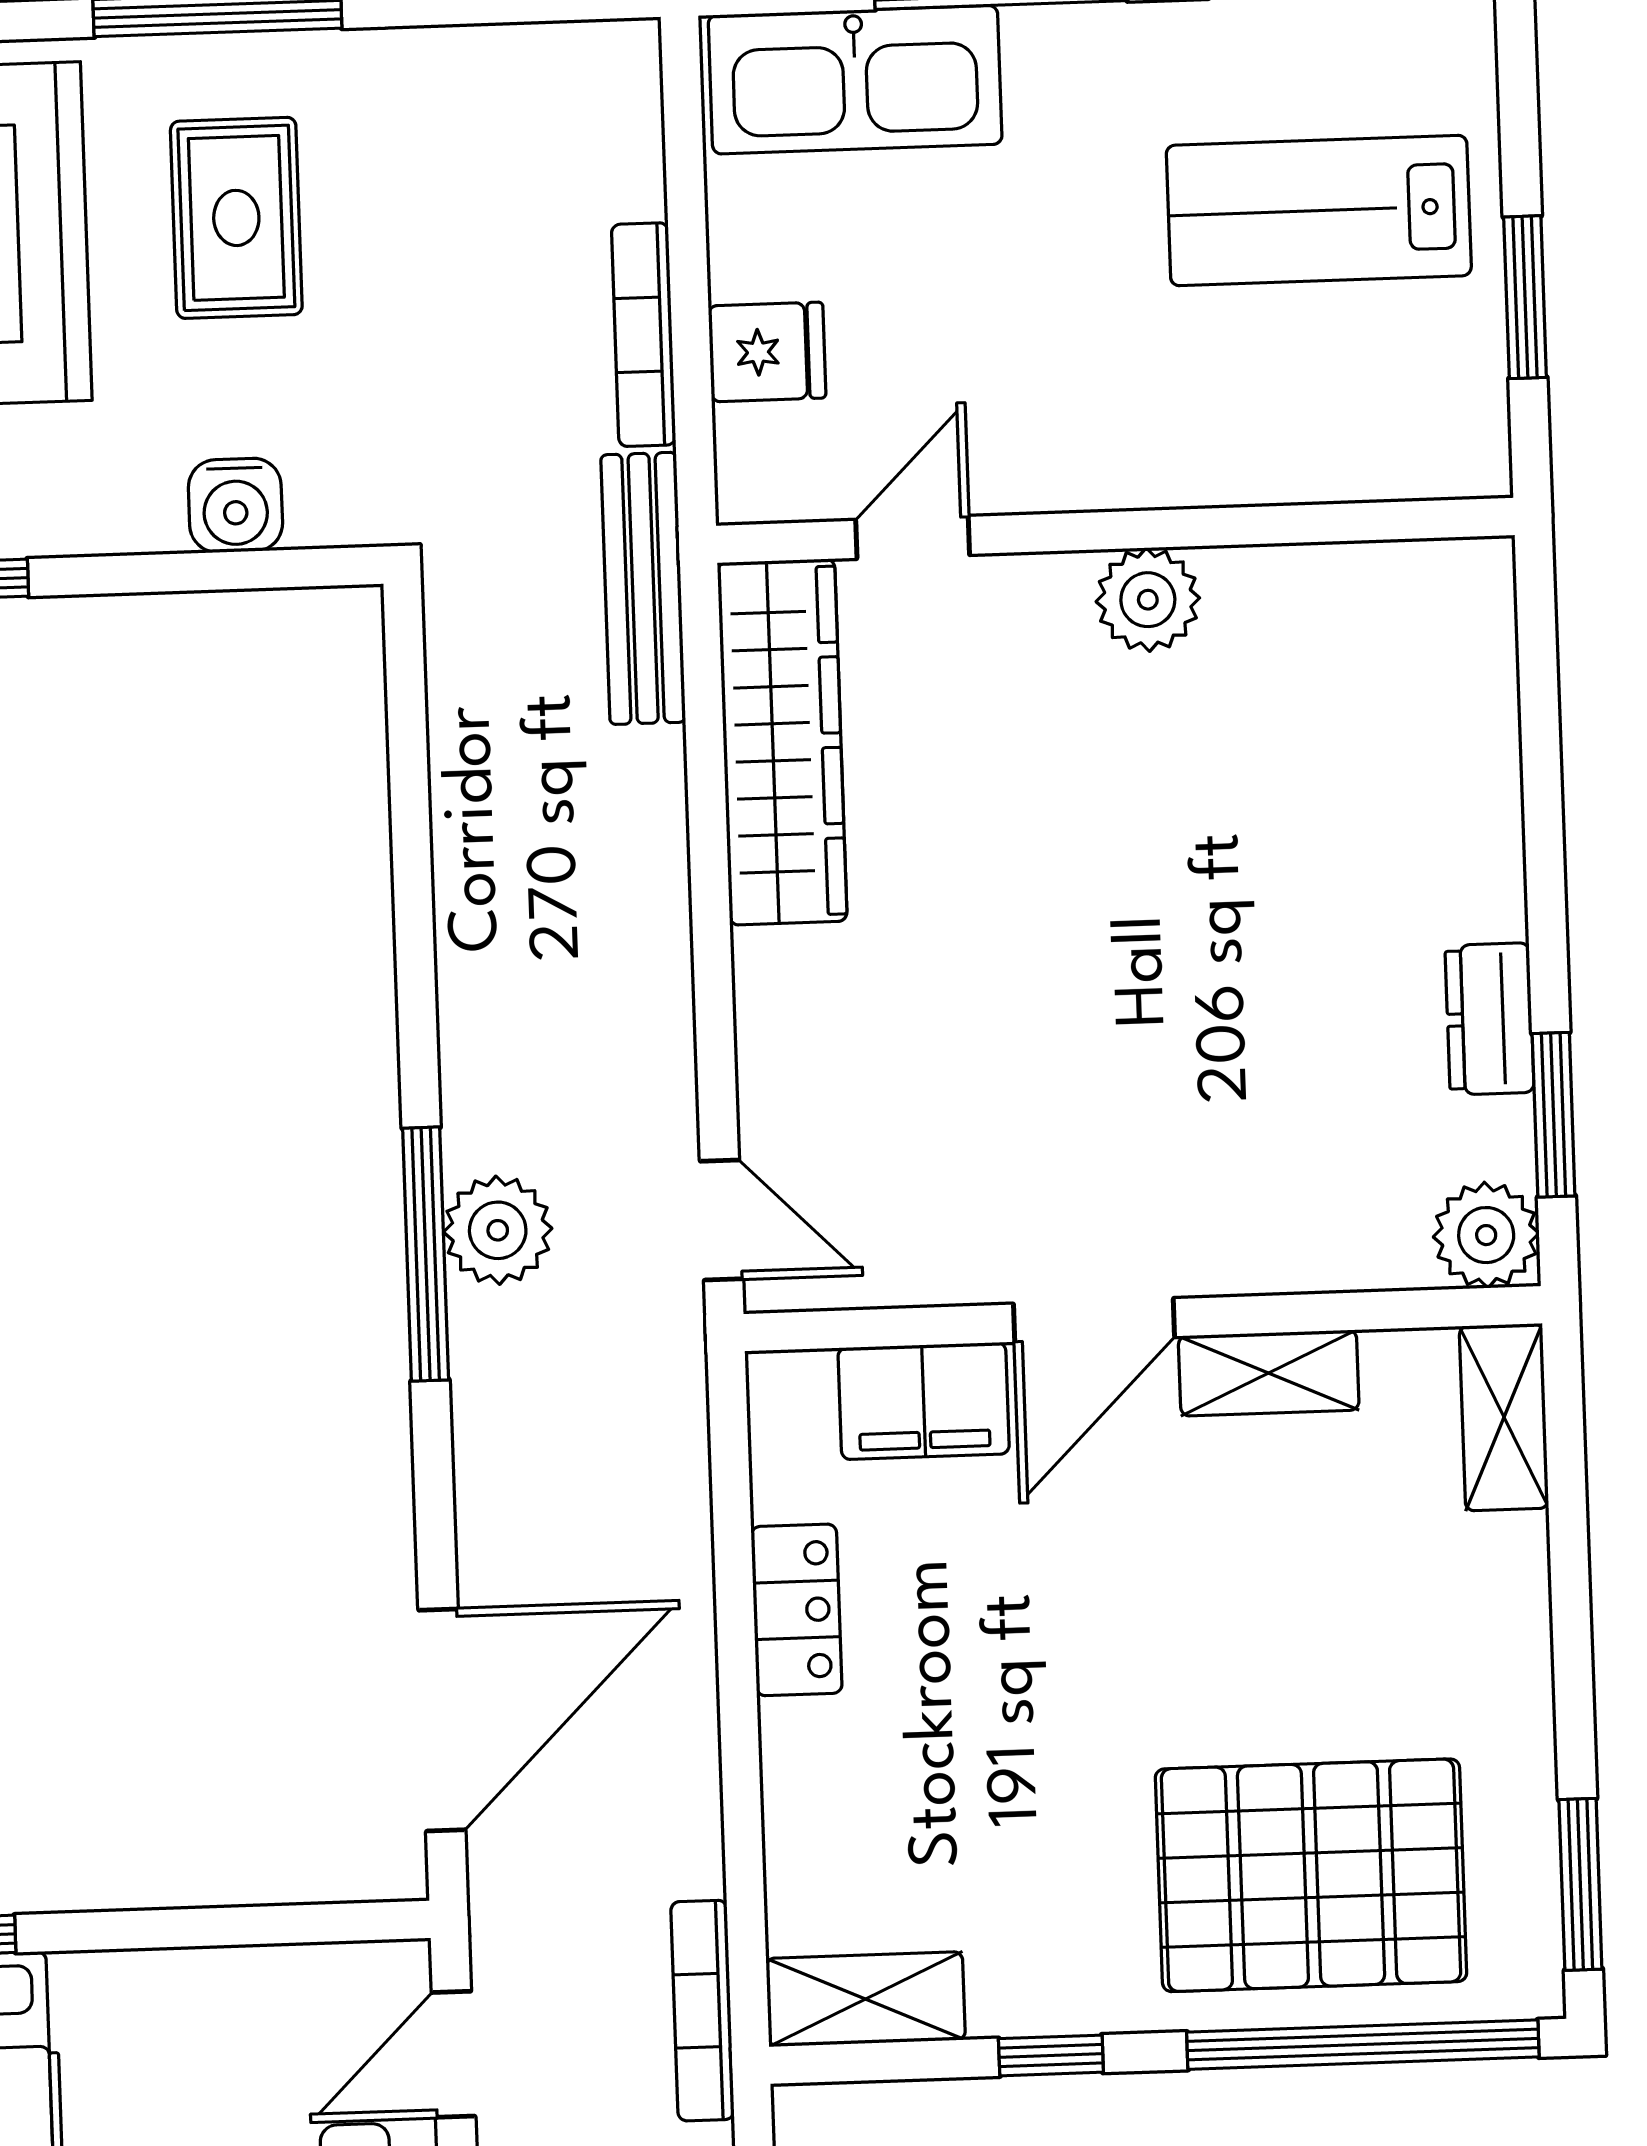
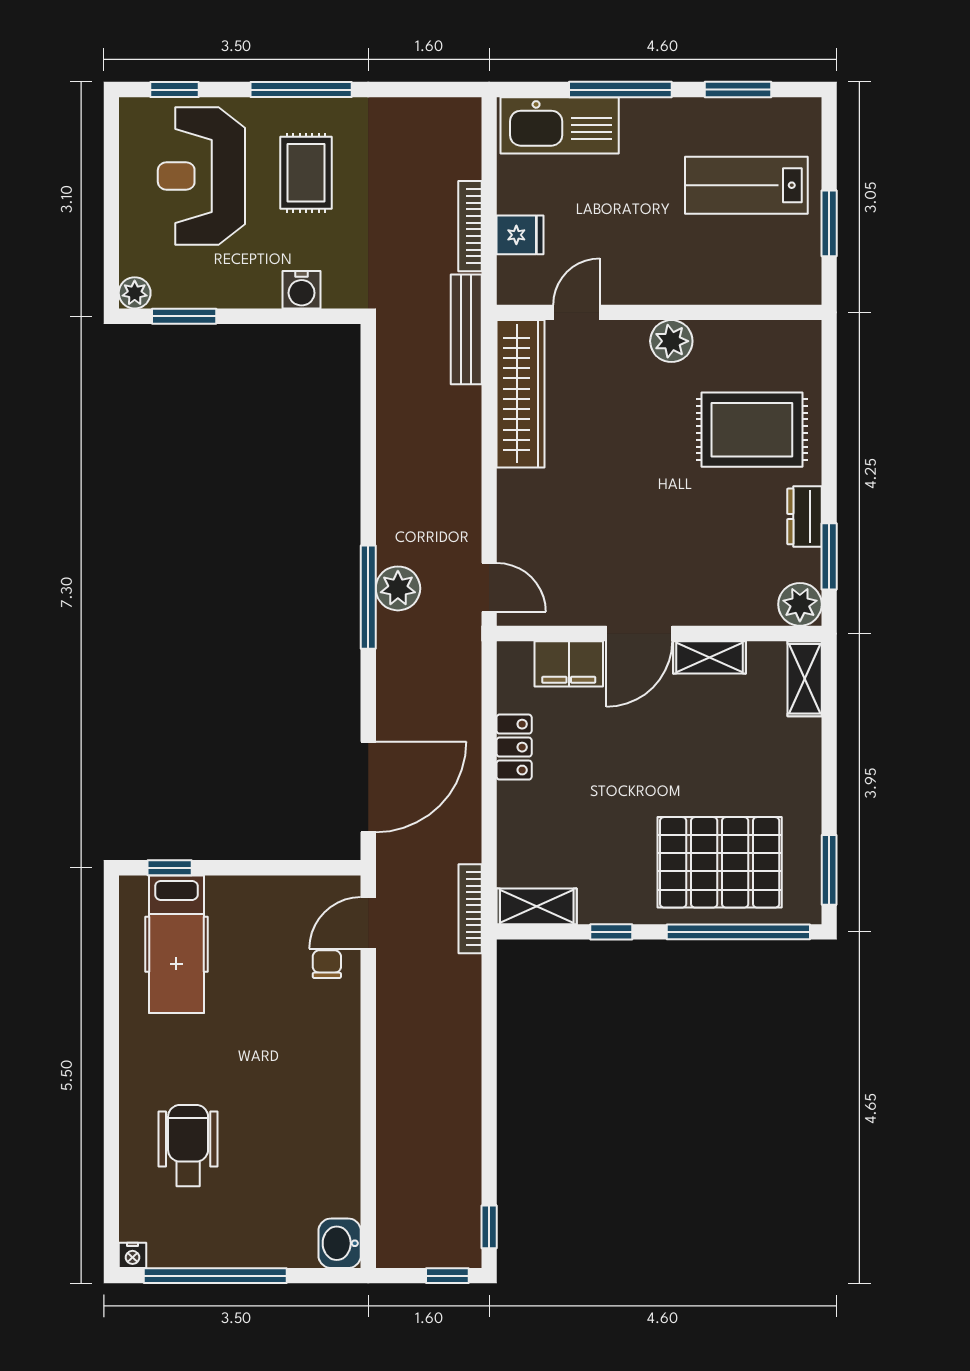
rug: (1353, 810) -> (752, 430), added

